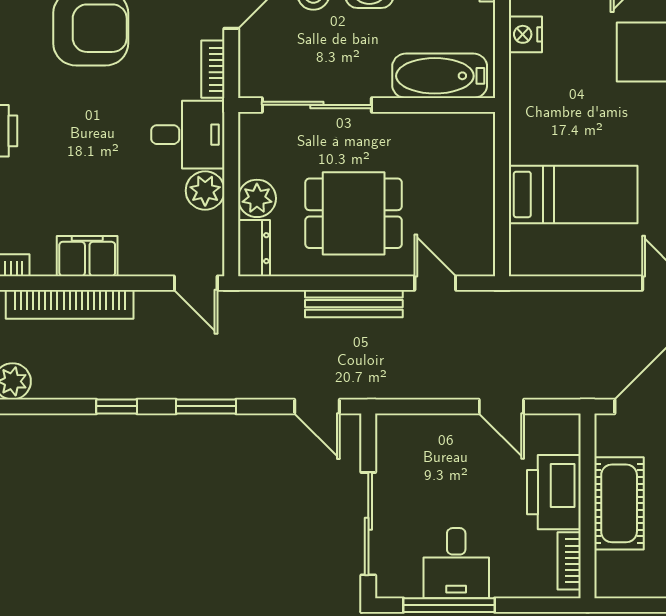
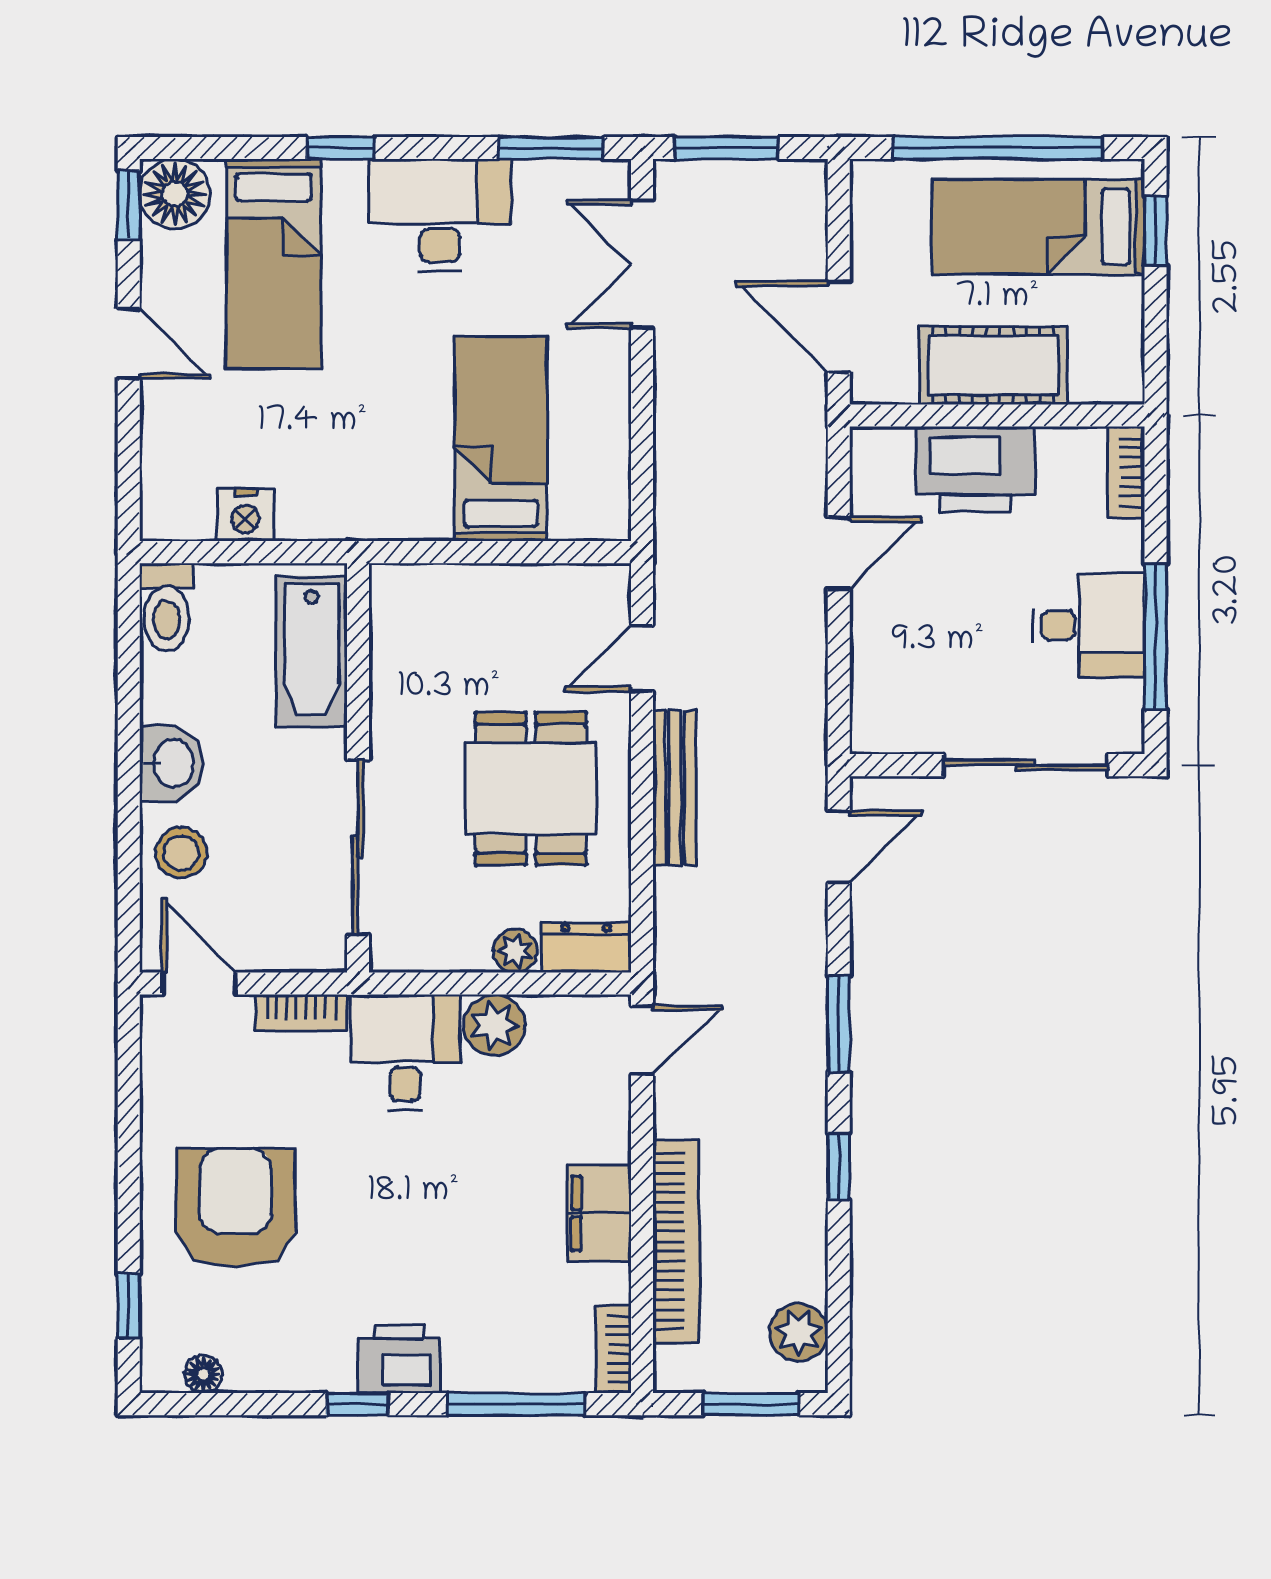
plant: (257, 198) -> (515, 951), width x0.73, depth x0.73
bookcase: (569, 561) -> (1126, 472), moved, turned 90

